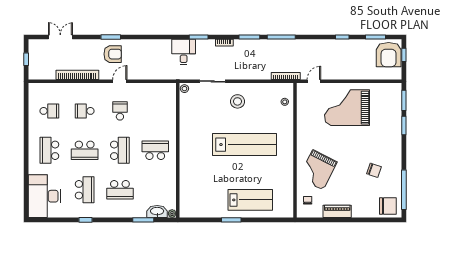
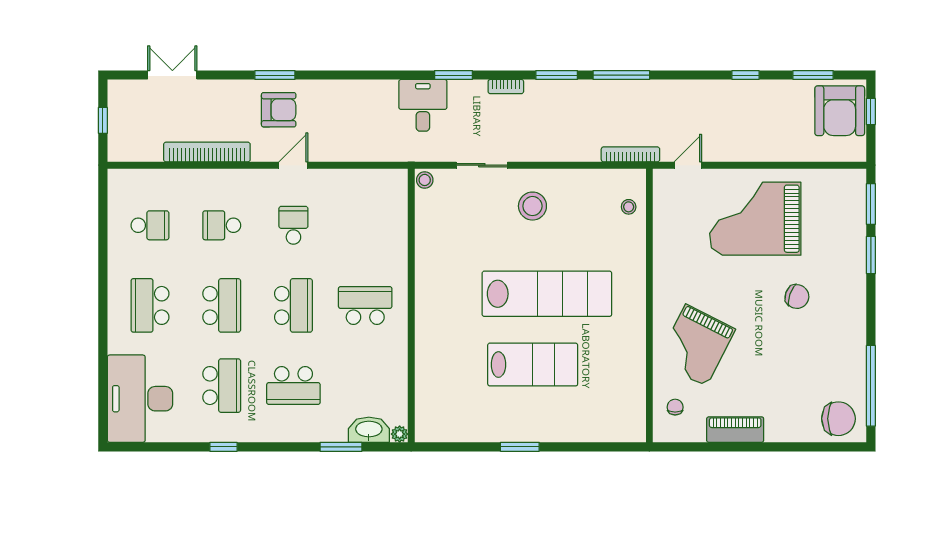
school desk: (85, 150) -> (222, 305), turned -90
chair: (374, 170) -> (797, 297), moved
lab bench: (250, 200) -> (533, 365), moved

